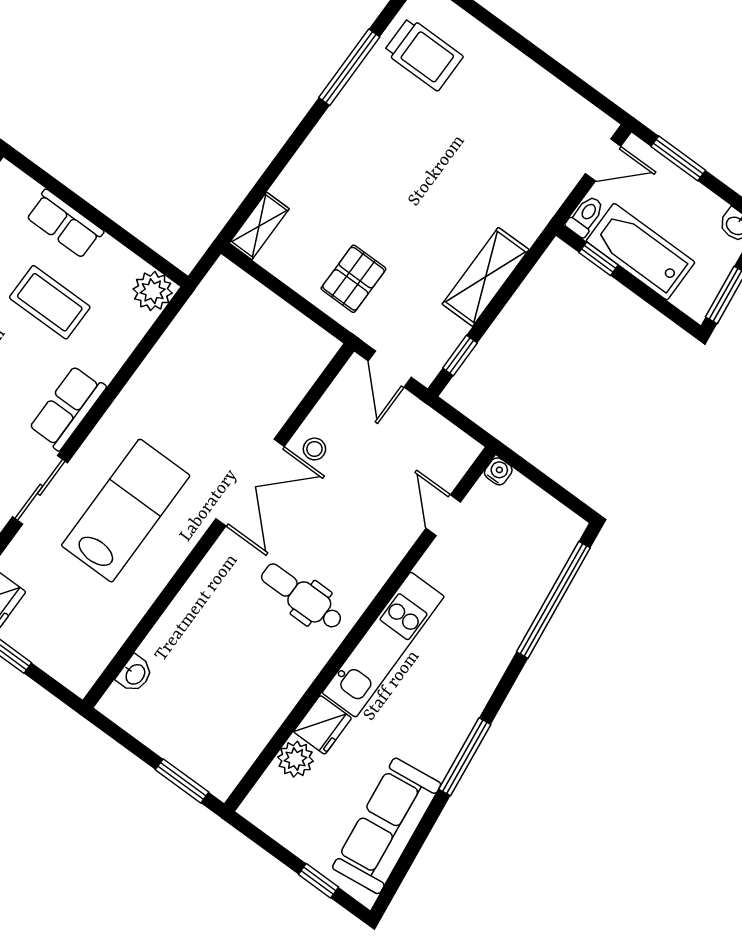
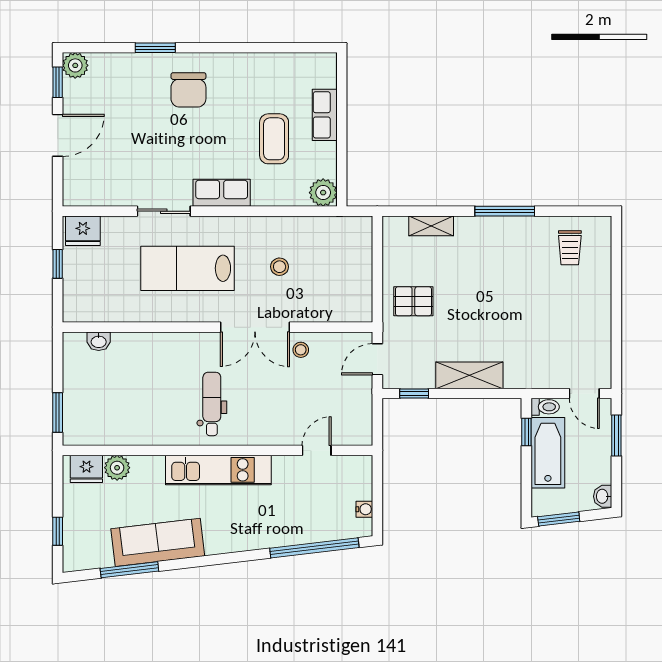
trolley: (423, 54) -> (570, 248), width x0.73, depth x0.72
window: (349, 67) -> (505, 211), moved
shelving: (259, 226) -> (431, 226), moved
stool: (201, 403) -> (280, 267), added
water cooler: (498, 471) -> (364, 509), moved
lab bench: (126, 511) -> (187, 268), turned 180
fridge: (323, 725) -> (86, 469), moved
window: (465, 757) -> (129, 570), moved
sofa: (387, 826) -> (158, 542), moved

